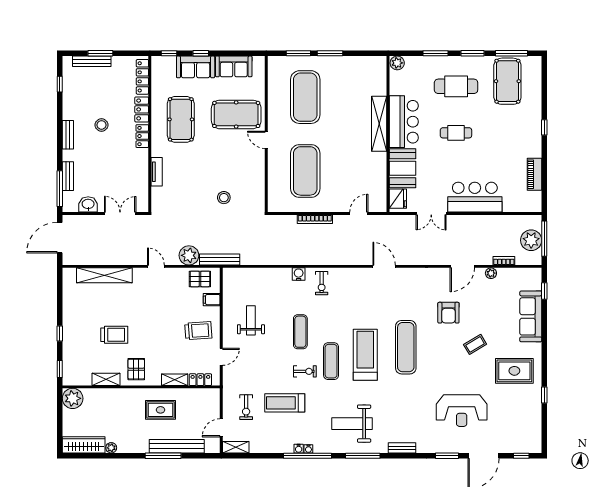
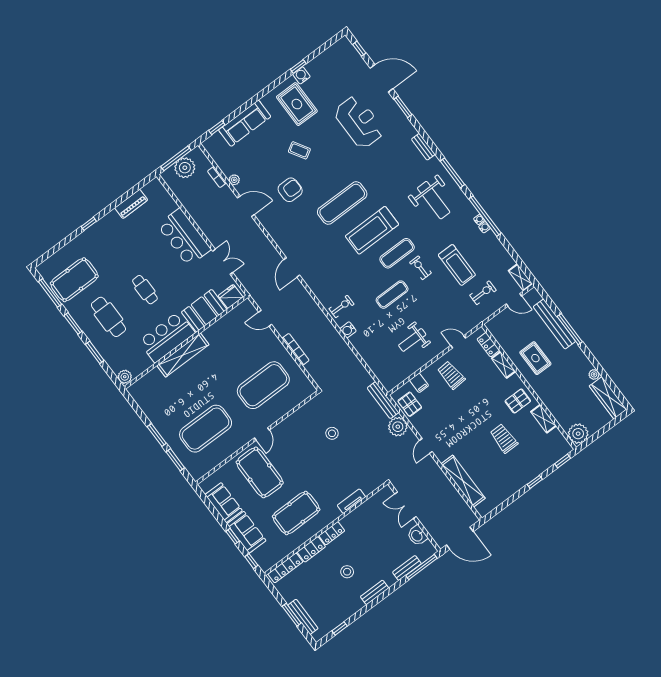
water cooler: (535, 392) -> (301, 75), added

